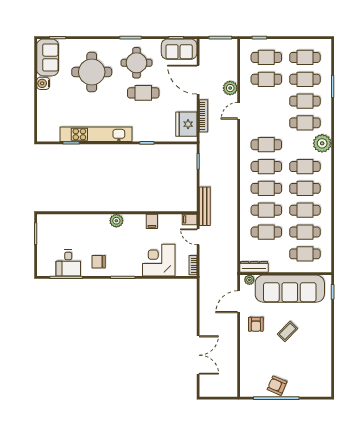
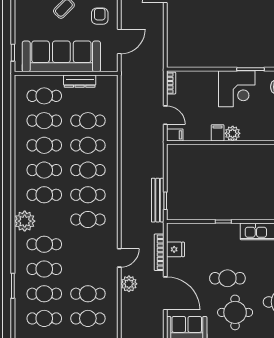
fridge: (186, 124) -> (176, 249), width x0.53, depth x0.75
bench: (205, 206) -> (158, 200), moved
plant: (116, 221) -> (233, 133), moved
corner desk: (159, 260) -> (237, 89), moved
dresser: (254, 267) -> (80, 81), moved
plant: (249, 280) -> (107, 66), removed

